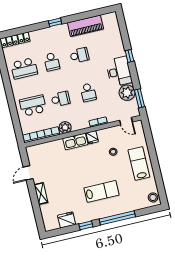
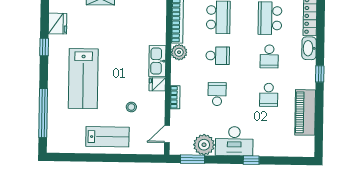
washbasin: (39, 35) -> (309, 48), added
school desk: (52, 62) -> (269, 56), turned -90
school desk: (88, 92) -> (217, 94), turned 90
school desk: (61, 99) -> (218, 56), turned -90
lab bench: (102, 191) -> (83, 79), width x1.36, depth x1.39
stool: (153, 197) -> (58, 144), removed
window: (117, 218) -> (43, 113), moved

